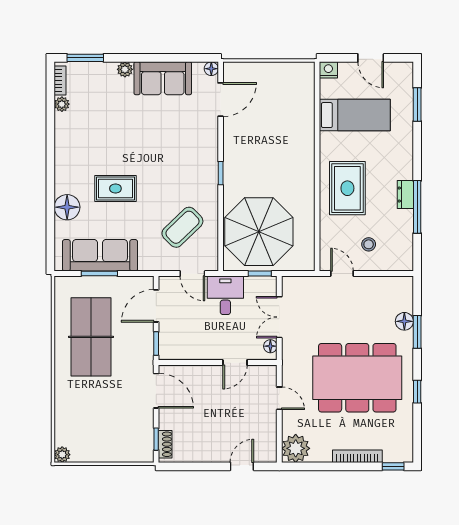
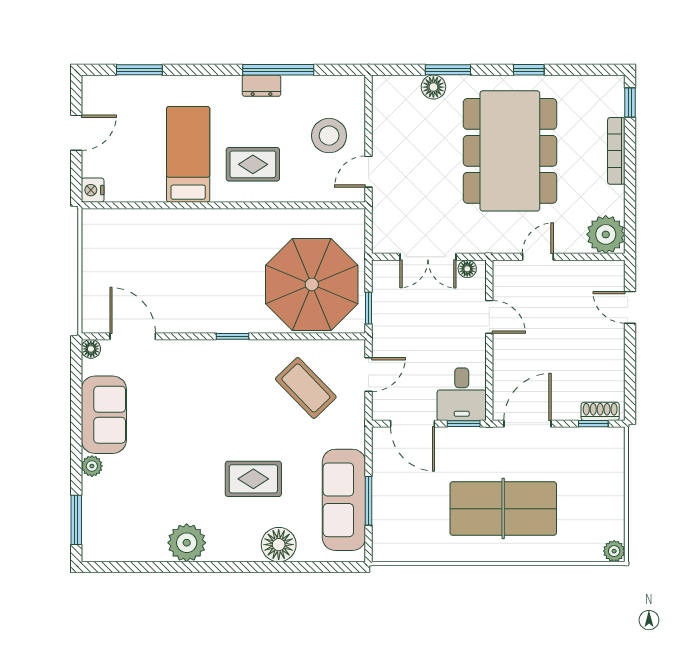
bookcase: (60, 81) -> (107, 554), removed
plant: (62, 104) -> (187, 543), moved, width x1.88, depth x1.88
bed: (355, 115) -> (188, 154), moved
rug: (347, 188) -> (253, 164), width x0.73, depth x0.70
rug: (115, 189) -> (253, 479), turned 90
stool: (369, 244) -> (329, 136), width x1.89, depth x1.89
window: (260, 273) -> (369, 308), moved
desk: (225, 295) -> (462, 394), moved, turned -90
table tennis table: (91, 337) -> (503, 509), moved

